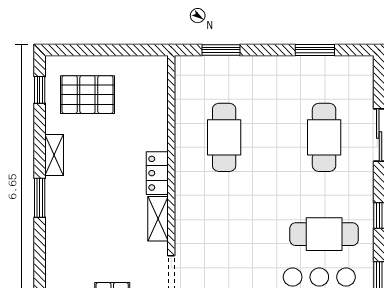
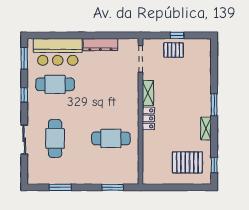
cafe table: (224, 137) -> (111, 138), turned 90

